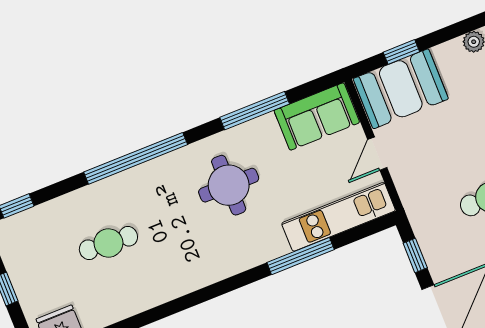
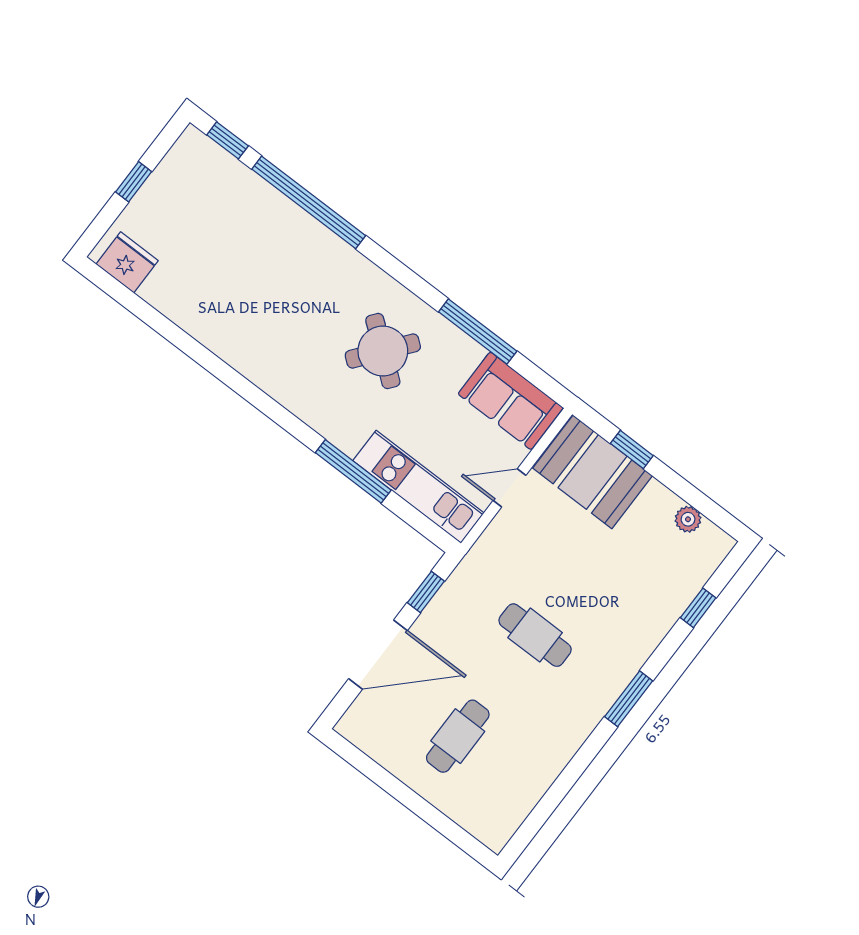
window: (136, 158) -> (309, 202), moved
round table: (229, 185) -> (383, 351), turned 38
cafe table: (108, 243) -> (246, 261), removed

